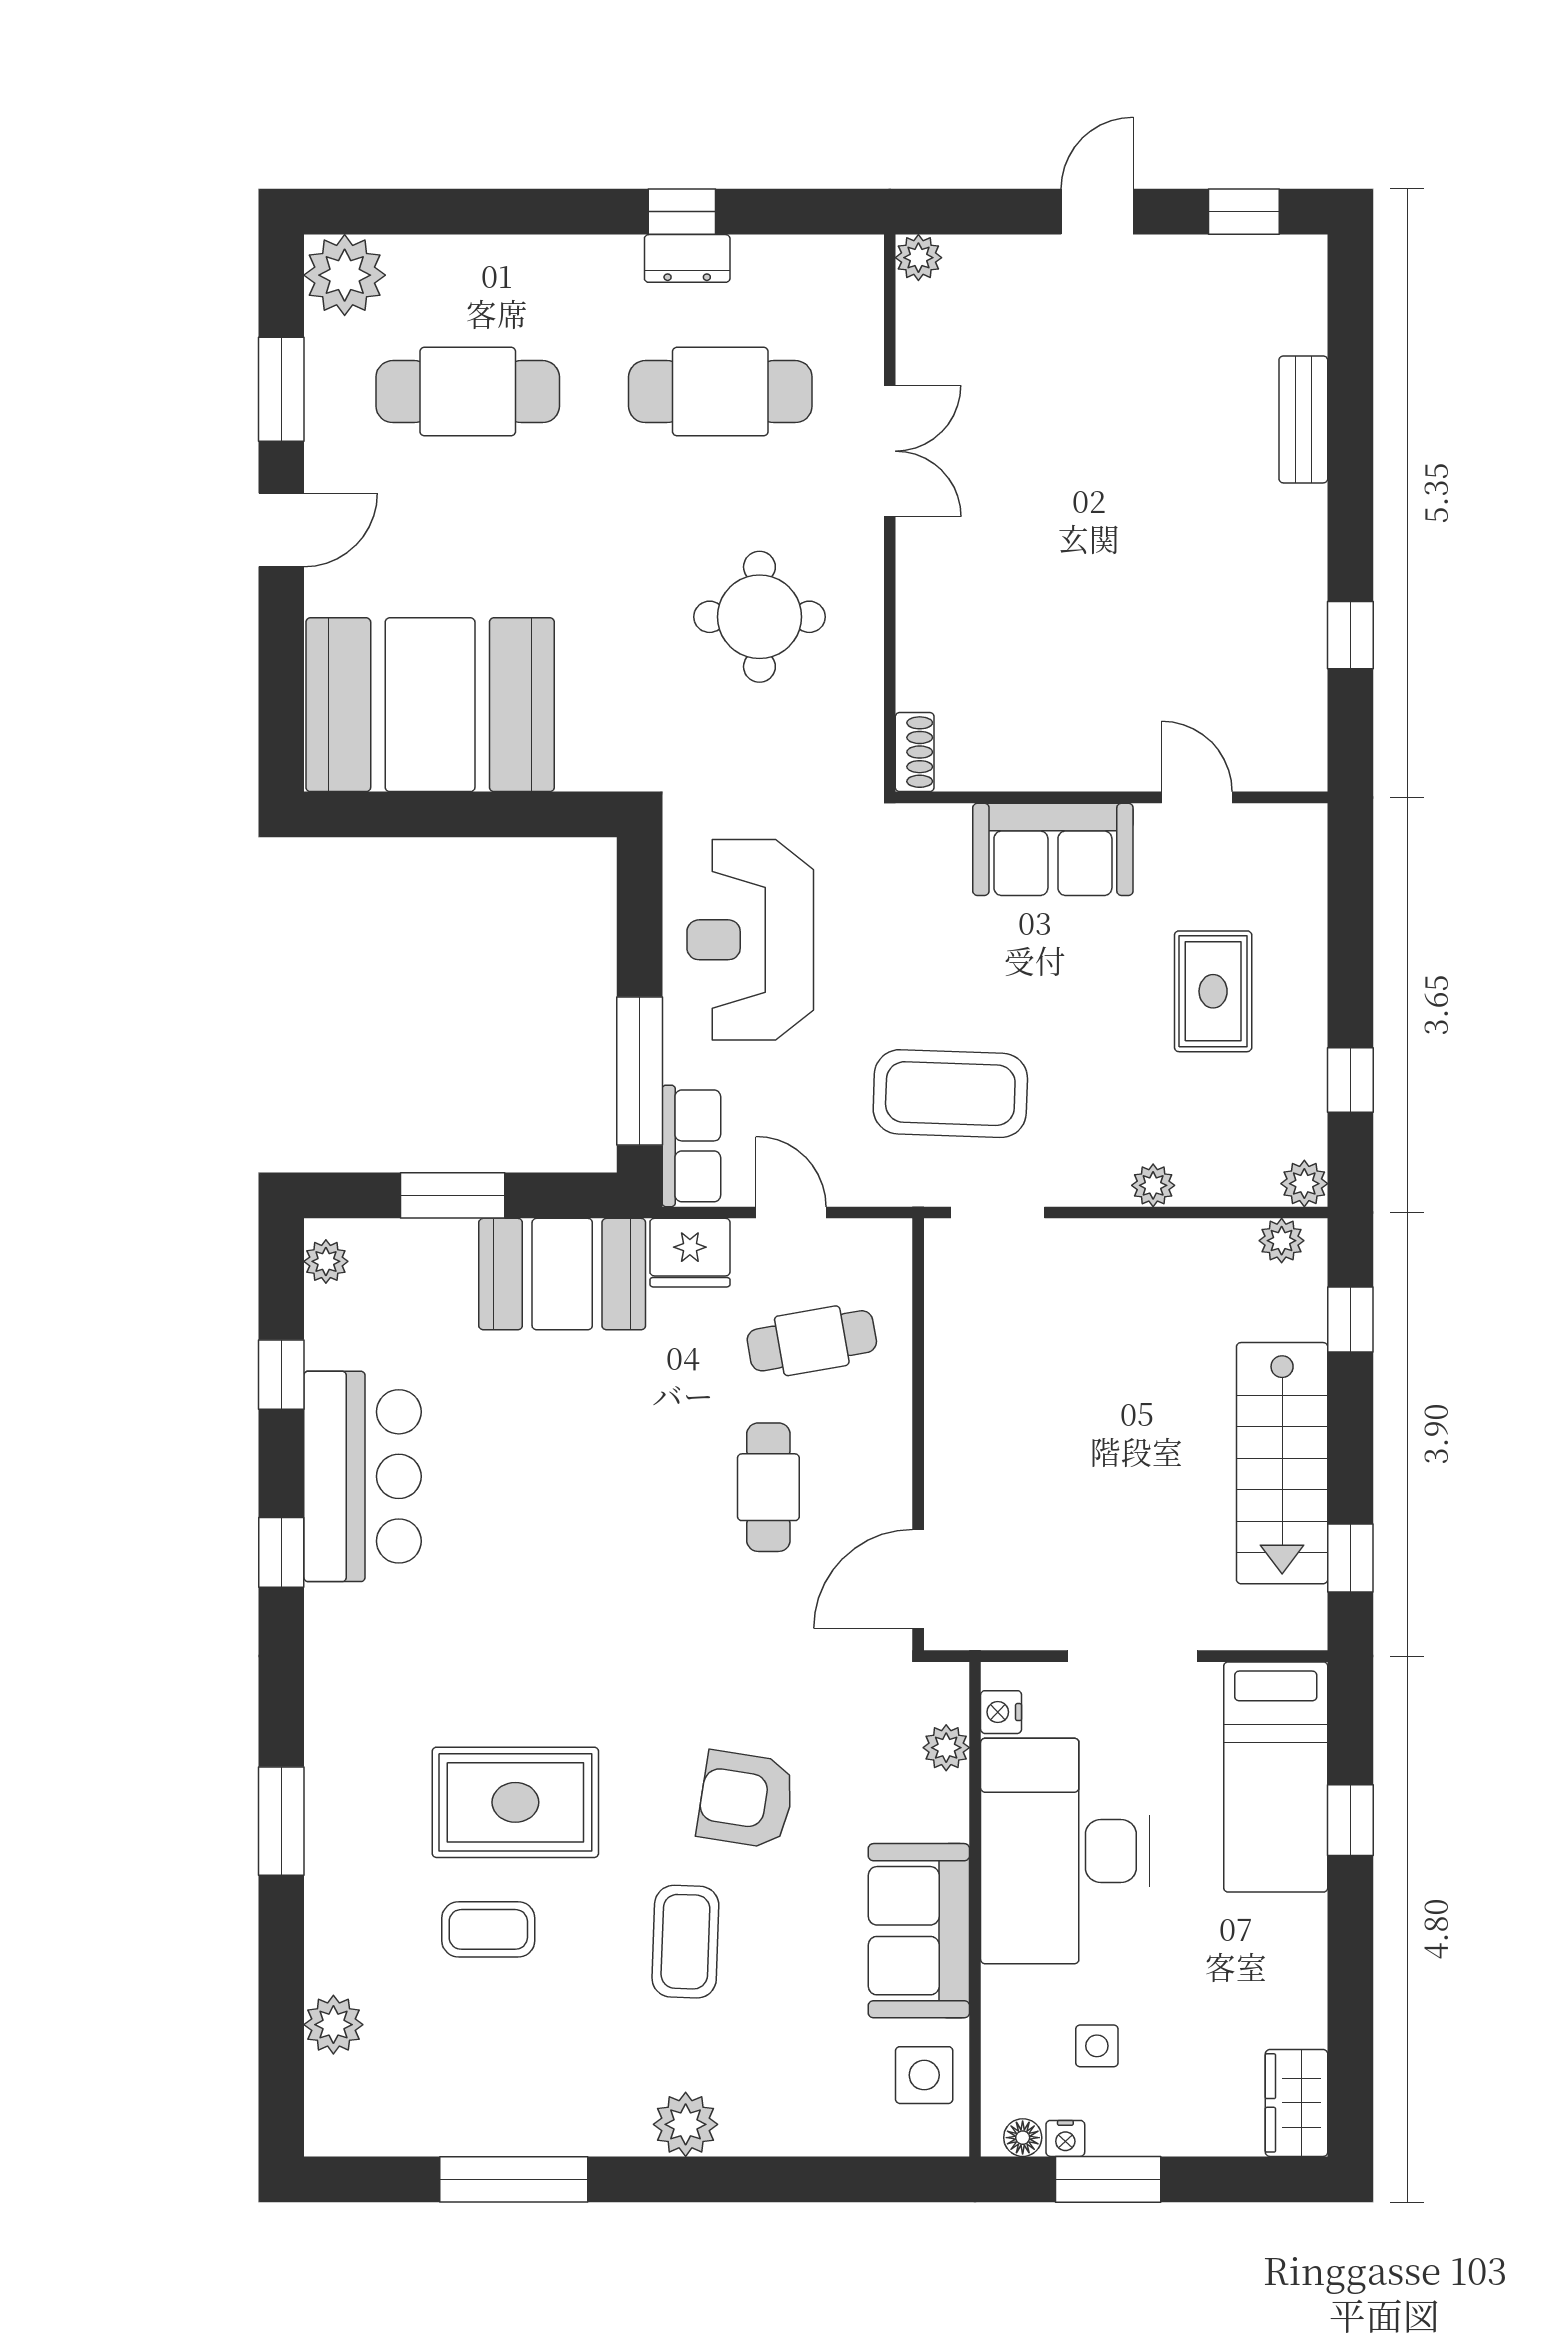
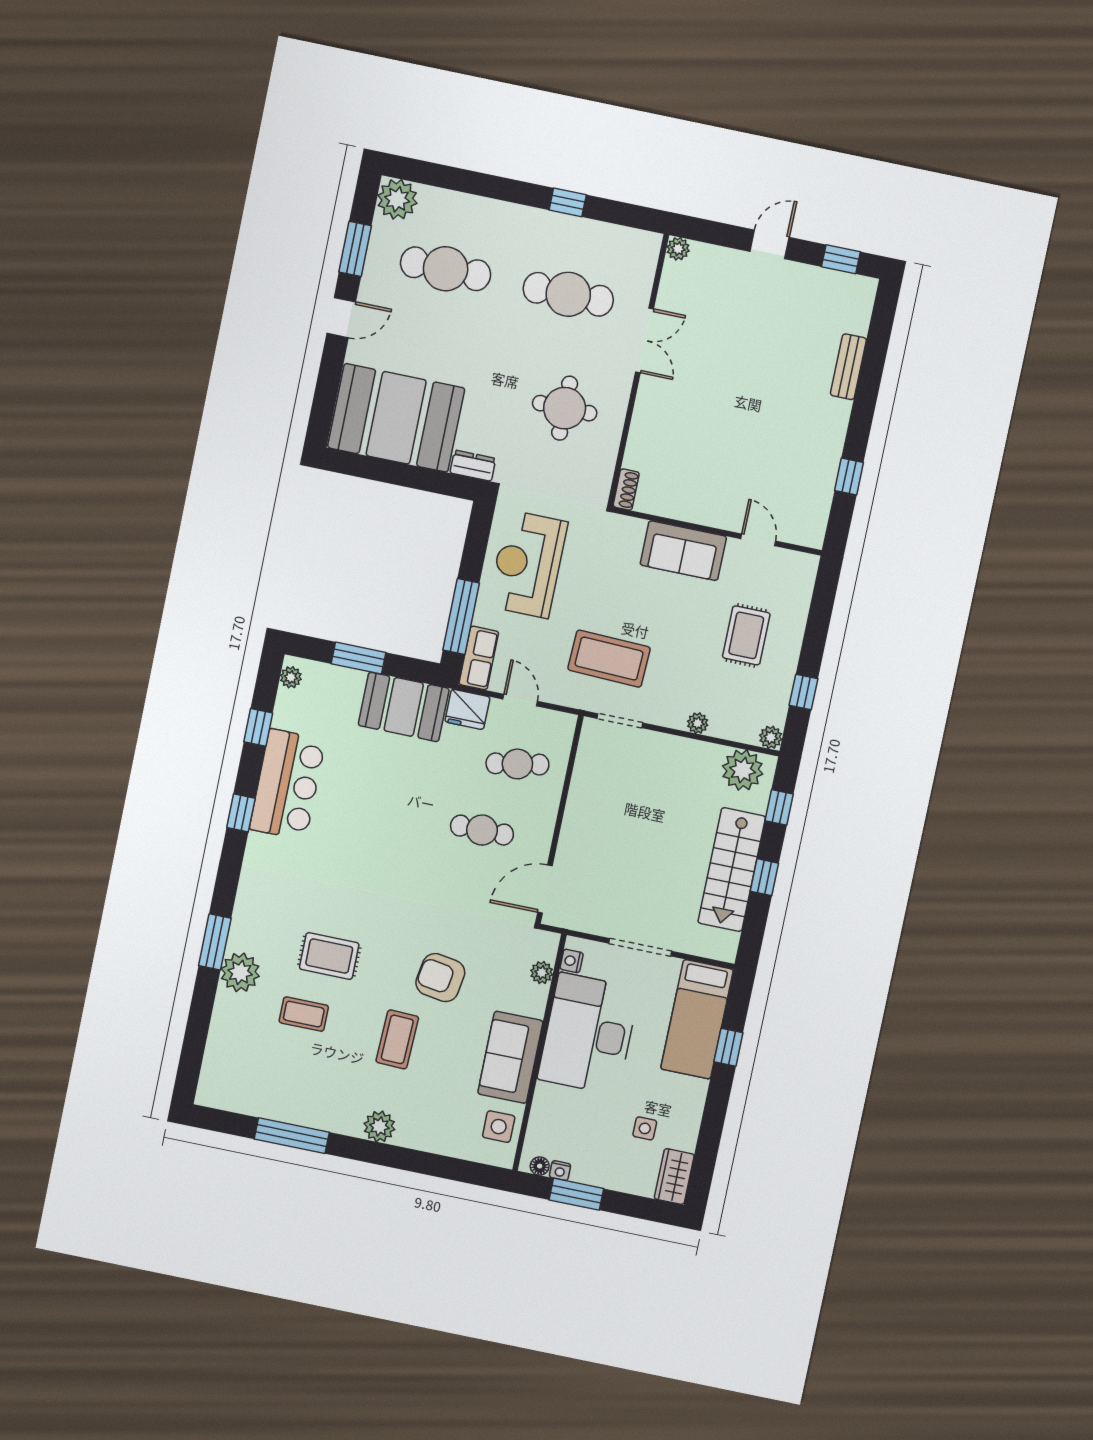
dresser: (687, 258) -> (473, 466), moved, turned 180
plant: (1282, 1241) -> (743, 770), width x1.87, depth x1.87
cafe table: (768, 1487) -> (482, 830), turned 90
window: (1350, 1558) -> (764, 877), moved
rug: (515, 1802) -> (329, 956), width x0.73, depth x0.70
plant: (333, 2025) -> (240, 972), moved, width x1.36, depth x1.36
side table: (1097, 2046) -> (645, 1128), moved

